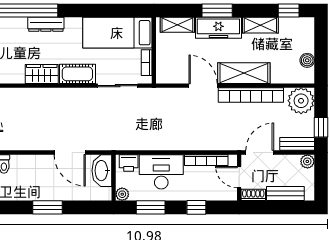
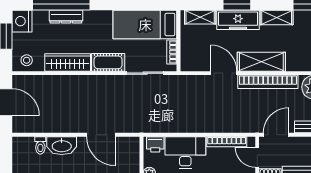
dresser: (46, 24) -> (66, 17), moved
wardrobe: (42, 74) -> (68, 63), width x1.50
washbasin: (102, 171) -> (62, 146), moved, turned -90

